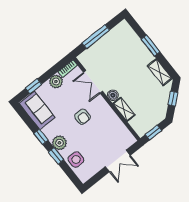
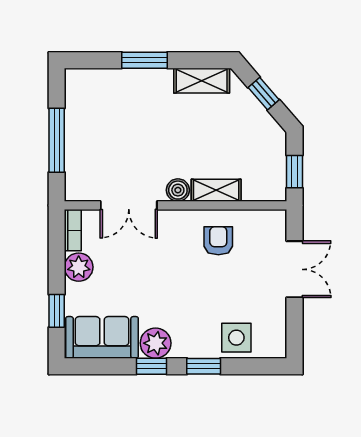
armchair: (82, 117) -> (218, 241), moved, turned -90
plant: (59, 143) -> (156, 343), moved

